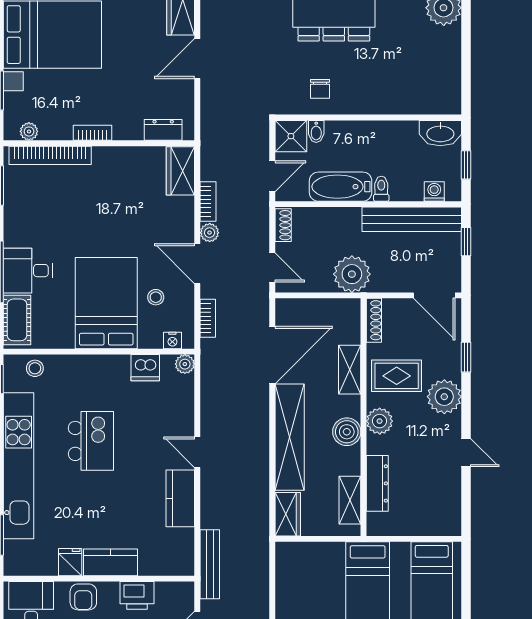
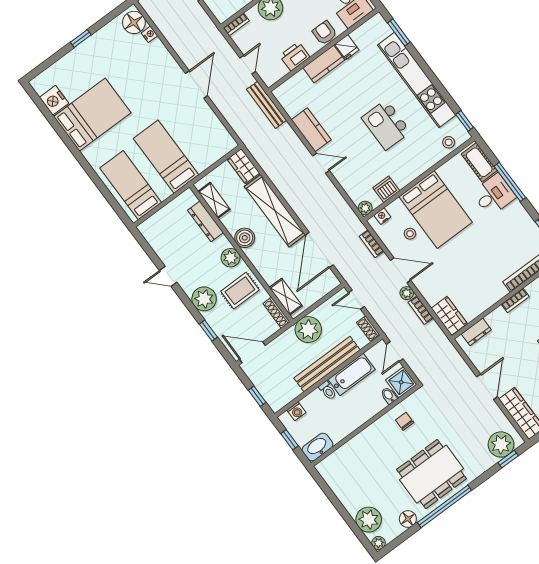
bench: (412, 219) -> (327, 364), moved
shelving: (350, 370) -> (286, 297), moved

